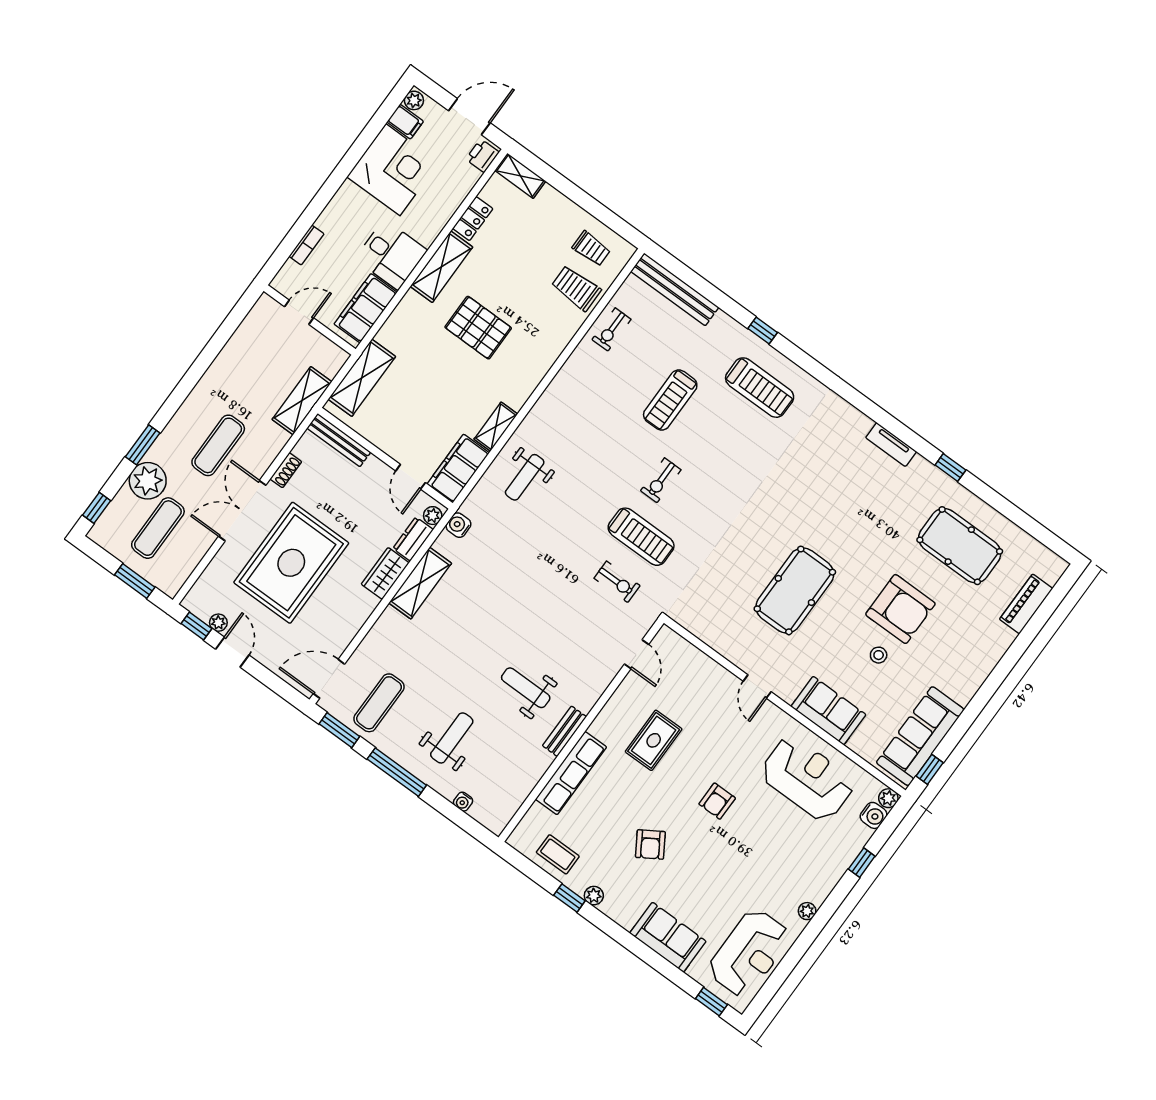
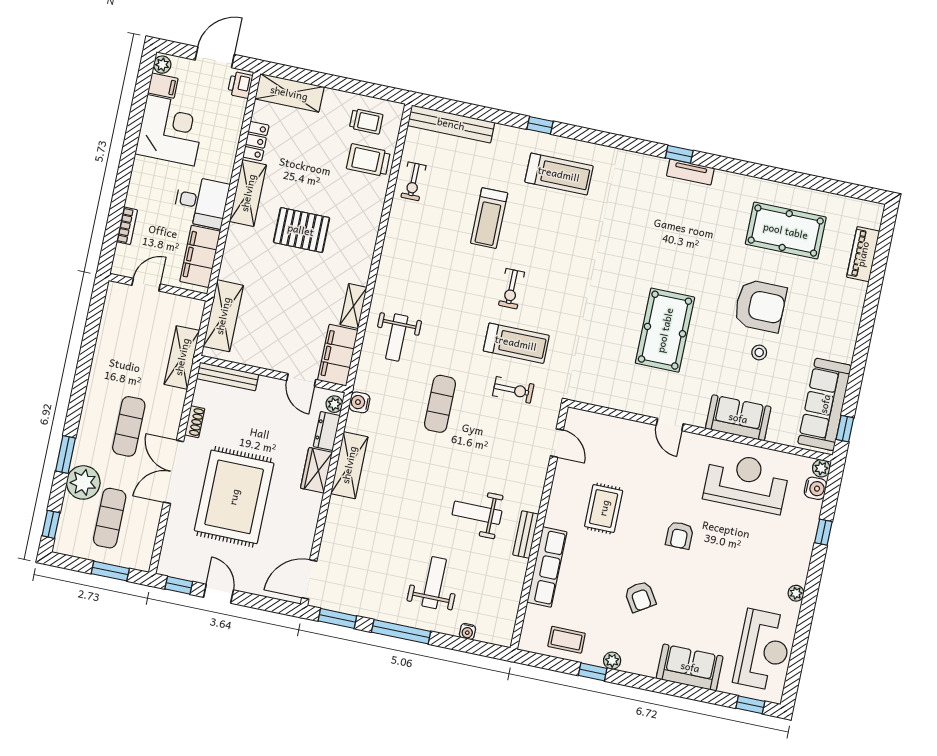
shelving: (520, 176) -> (289, 93), width x1.50, depth x1.33
window: (950, 468) -> (679, 154), moved
plant: (218, 623) -> (196, 574), removed
exercise mat: (379, 703) -> (440, 404), moved

